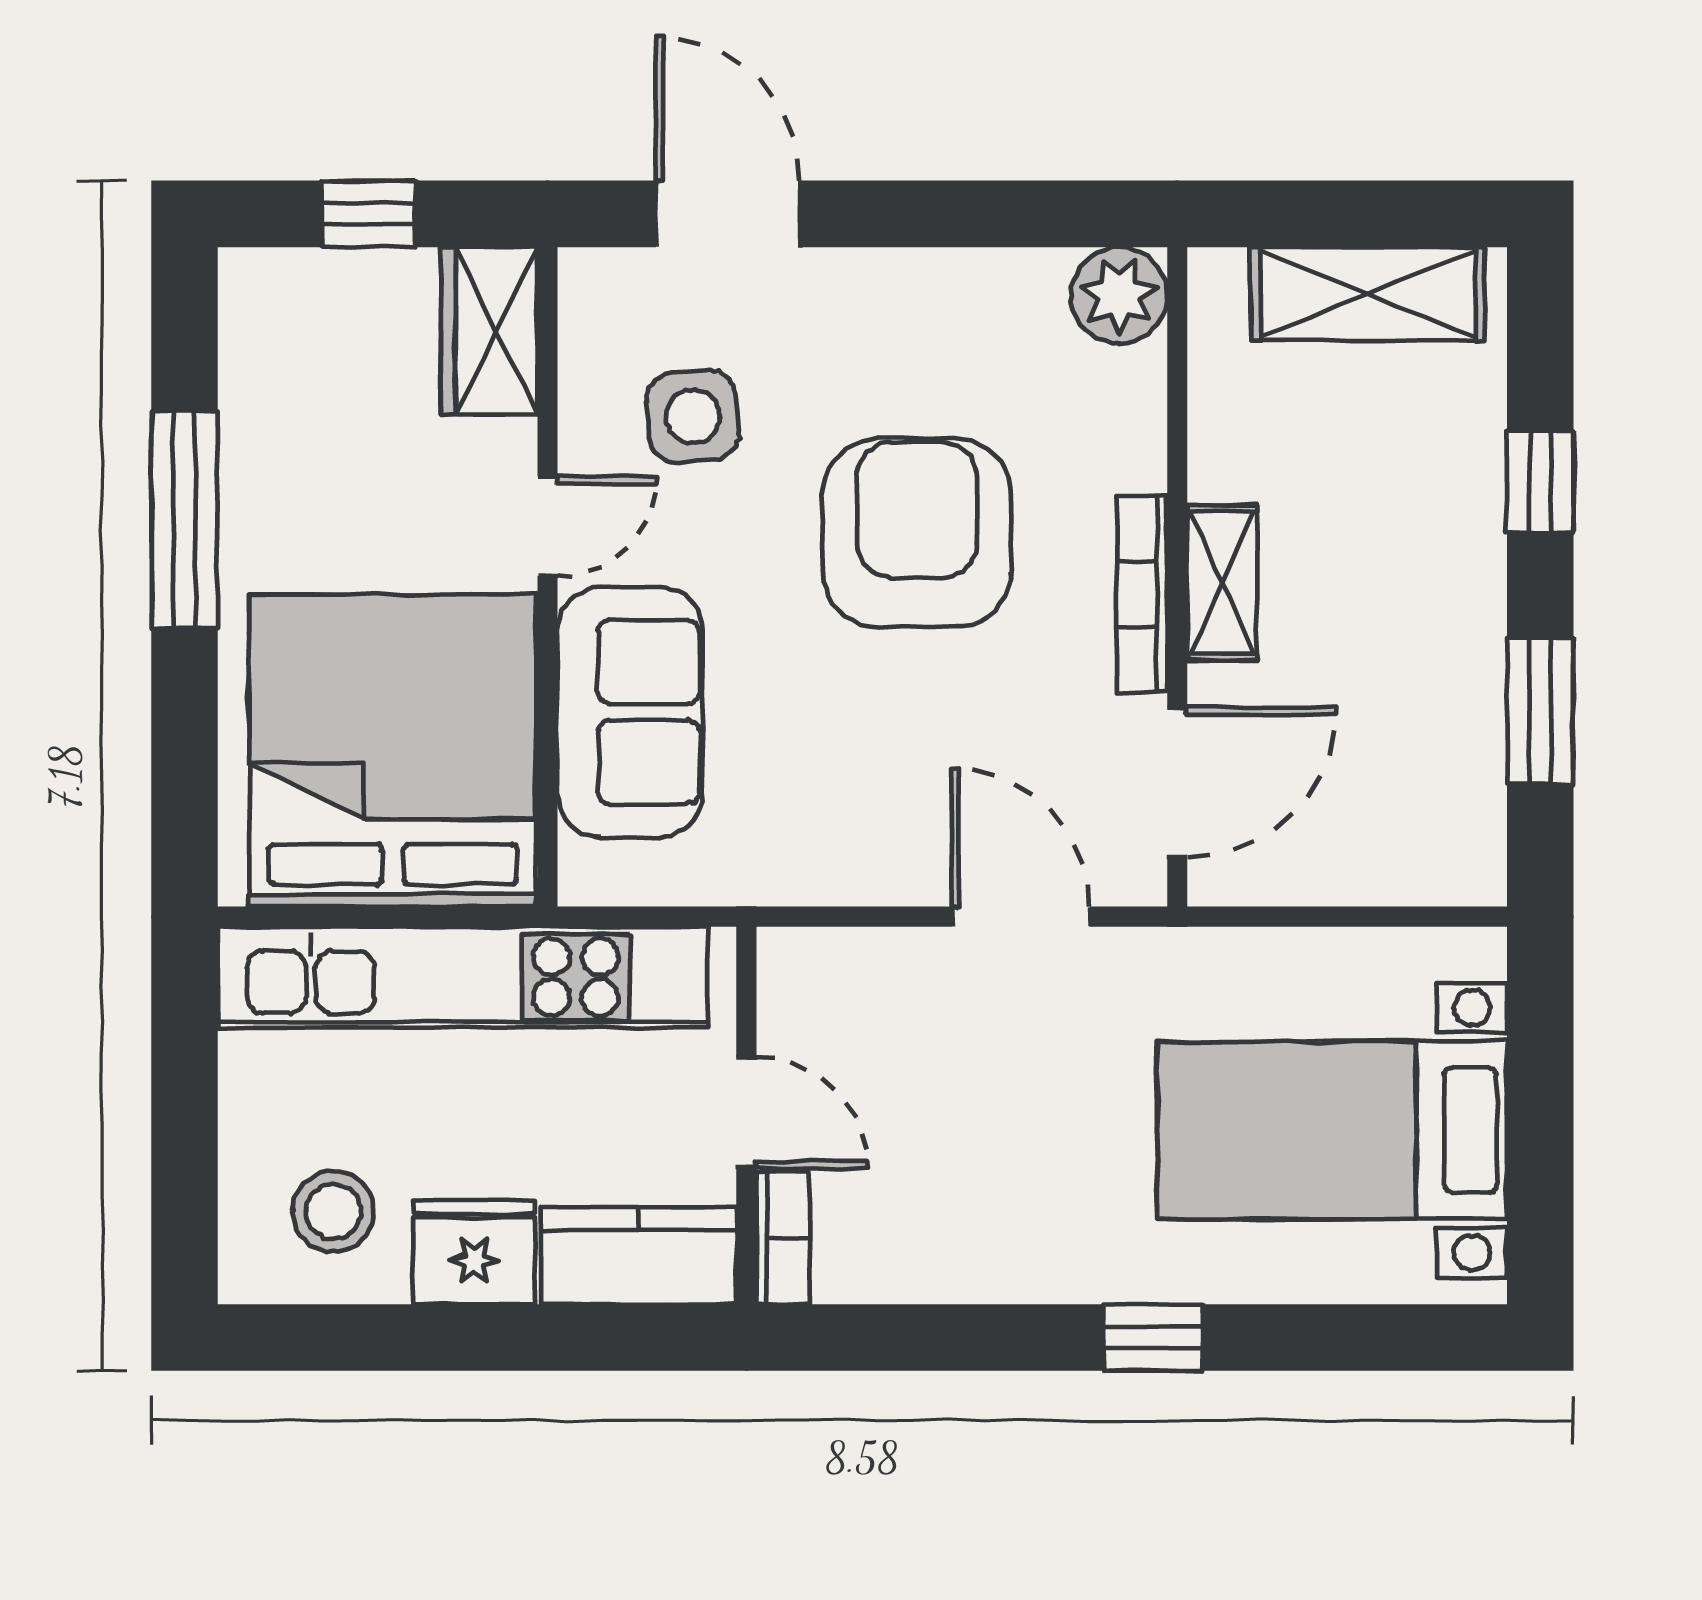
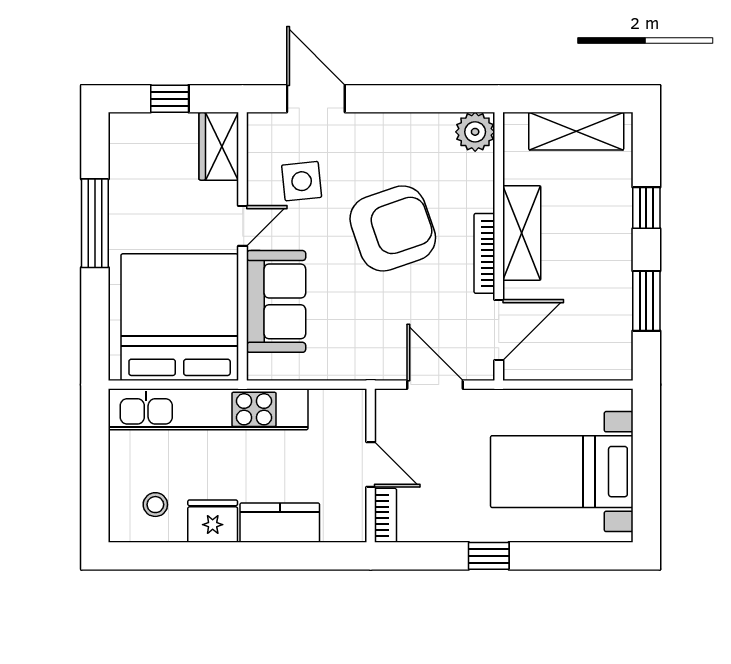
armchair: (917, 533) -> (393, 228), turned 71
shelving: (1222, 583) -> (522, 233), width x1.50, depth x1.33
door: (746, 1113) -> (371, 464), moved
wall: (746, 1115) -> (371, 466), moved
stool: (333, 1211) -> (155, 505), width x0.73, depth x0.73
bookcase: (783, 1238) -> (386, 515), moved

